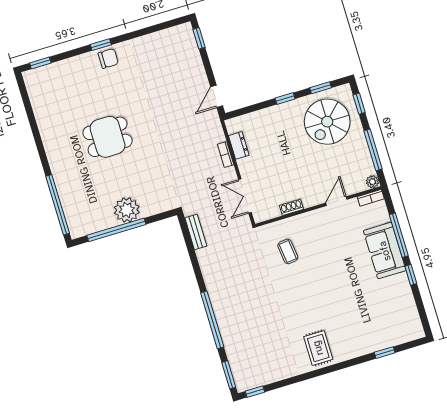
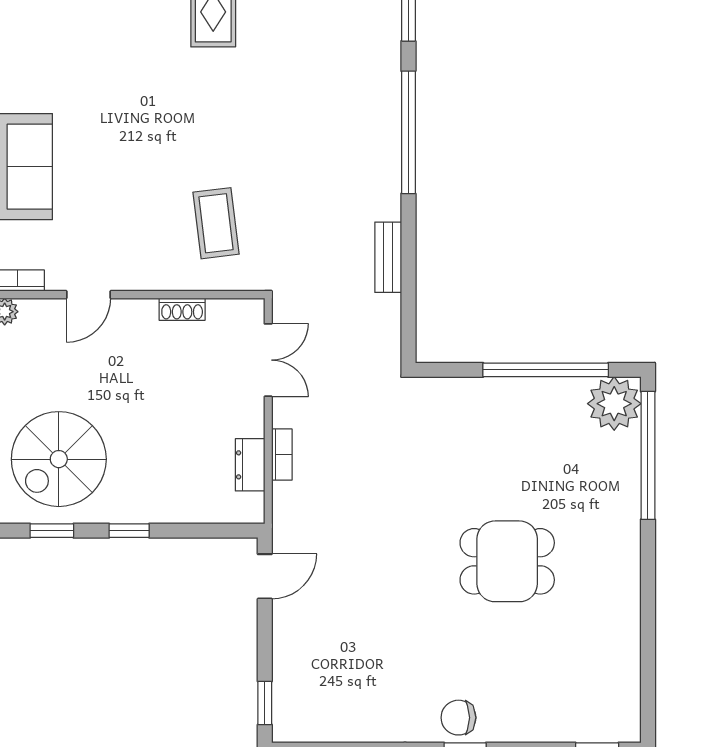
spiral stairs: (327, 122) -> (59, 459), turned 180
plant: (127, 210) -> (614, 404), moved
bench: (196, 232) -> (388, 257), moved
coffee table: (288, 251) -> (216, 223), width x1.36, depth x1.30

